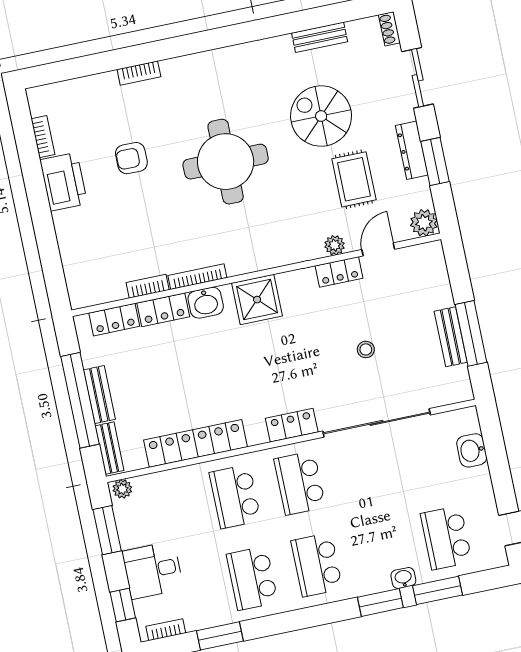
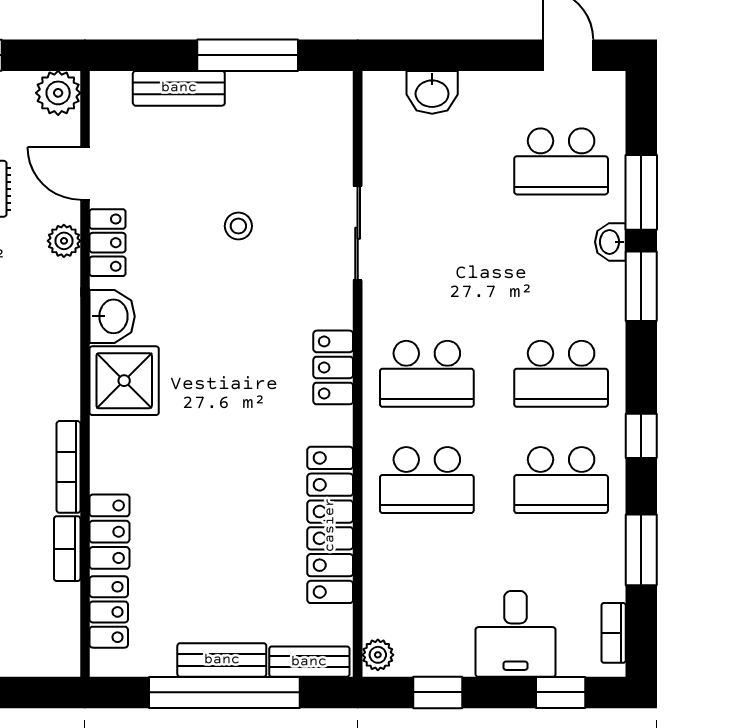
washbasin: (206, 303) -> (112, 316), moved
bench: (451, 337) -> (179, 88), moved
sliding door: (377, 423) -> (358, 233), width x0.54
window: (107, 530) -> (438, 692), width x0.67
window: (289, 621) -> (641, 436), added

